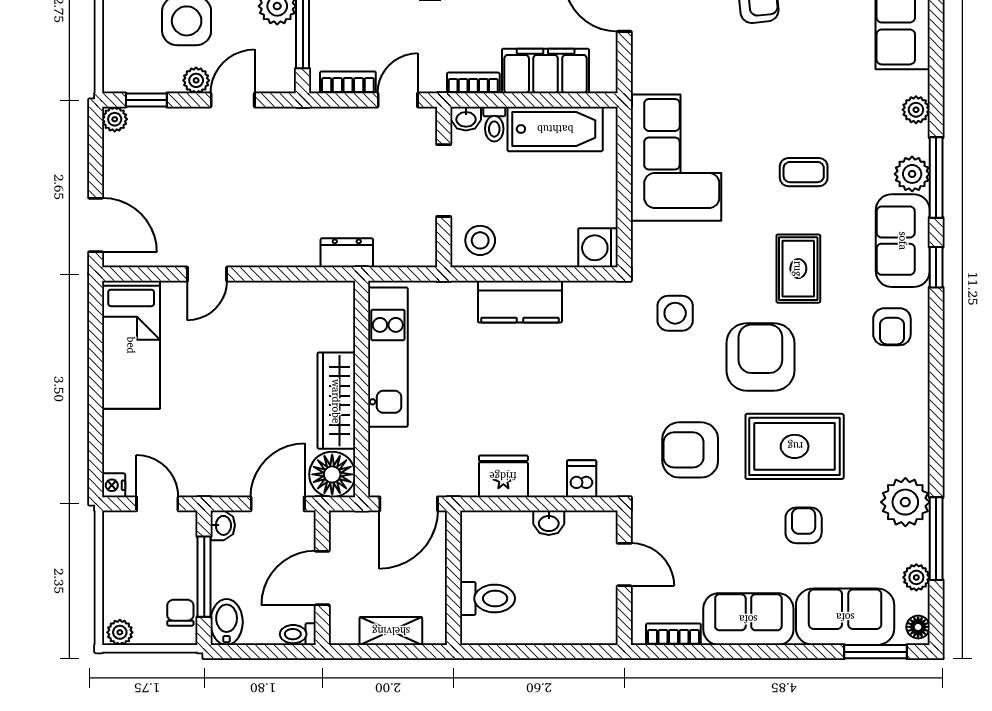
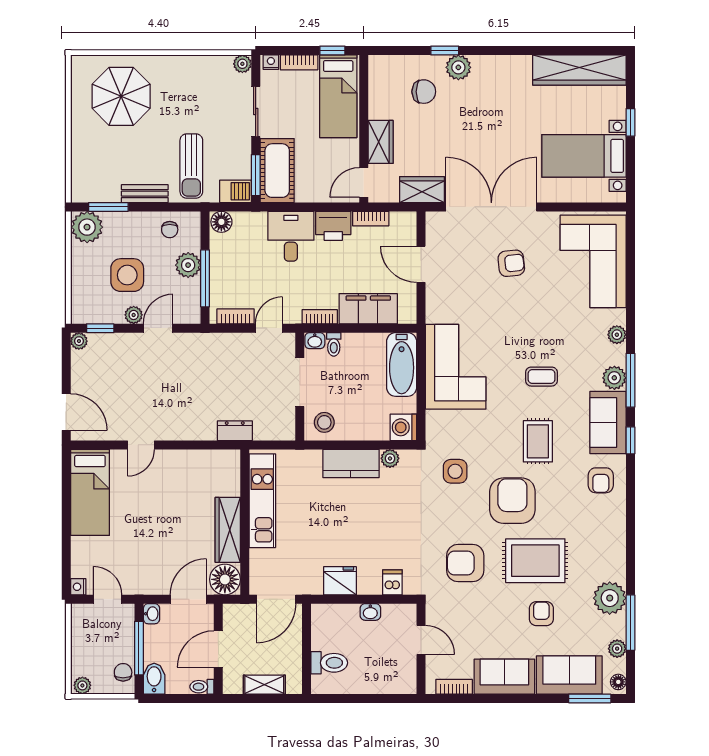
bathtub: (555, 129) -> (402, 364), moved, turned 90
plant: (578, 294) -> (390, 458), added

